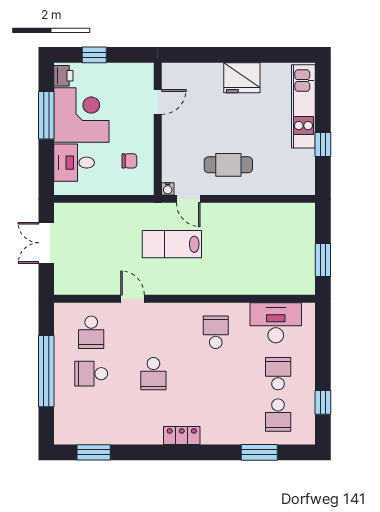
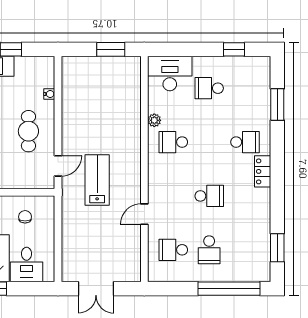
water cooler: (168, 189) -> (49, 94), moved
lab bench: (172, 244) -> (97, 180), turned 180
plant: (241, 310) -> (154, 120), added
desk: (276, 323) -> (170, 73), moved, turned 90
school desk: (91, 332) -> (173, 250), turned 180
window: (46, 371) -> (229, 289), moved
school desk: (278, 415) -> (245, 142), moved

